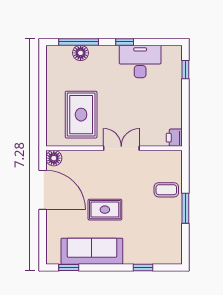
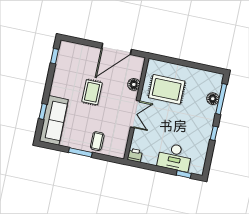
desk: (140, 61) -> (175, 157), moved, turned 90
floor lamp: (54, 158) -> (134, 84), moved
sofa: (92, 251) -> (54, 120), moved

